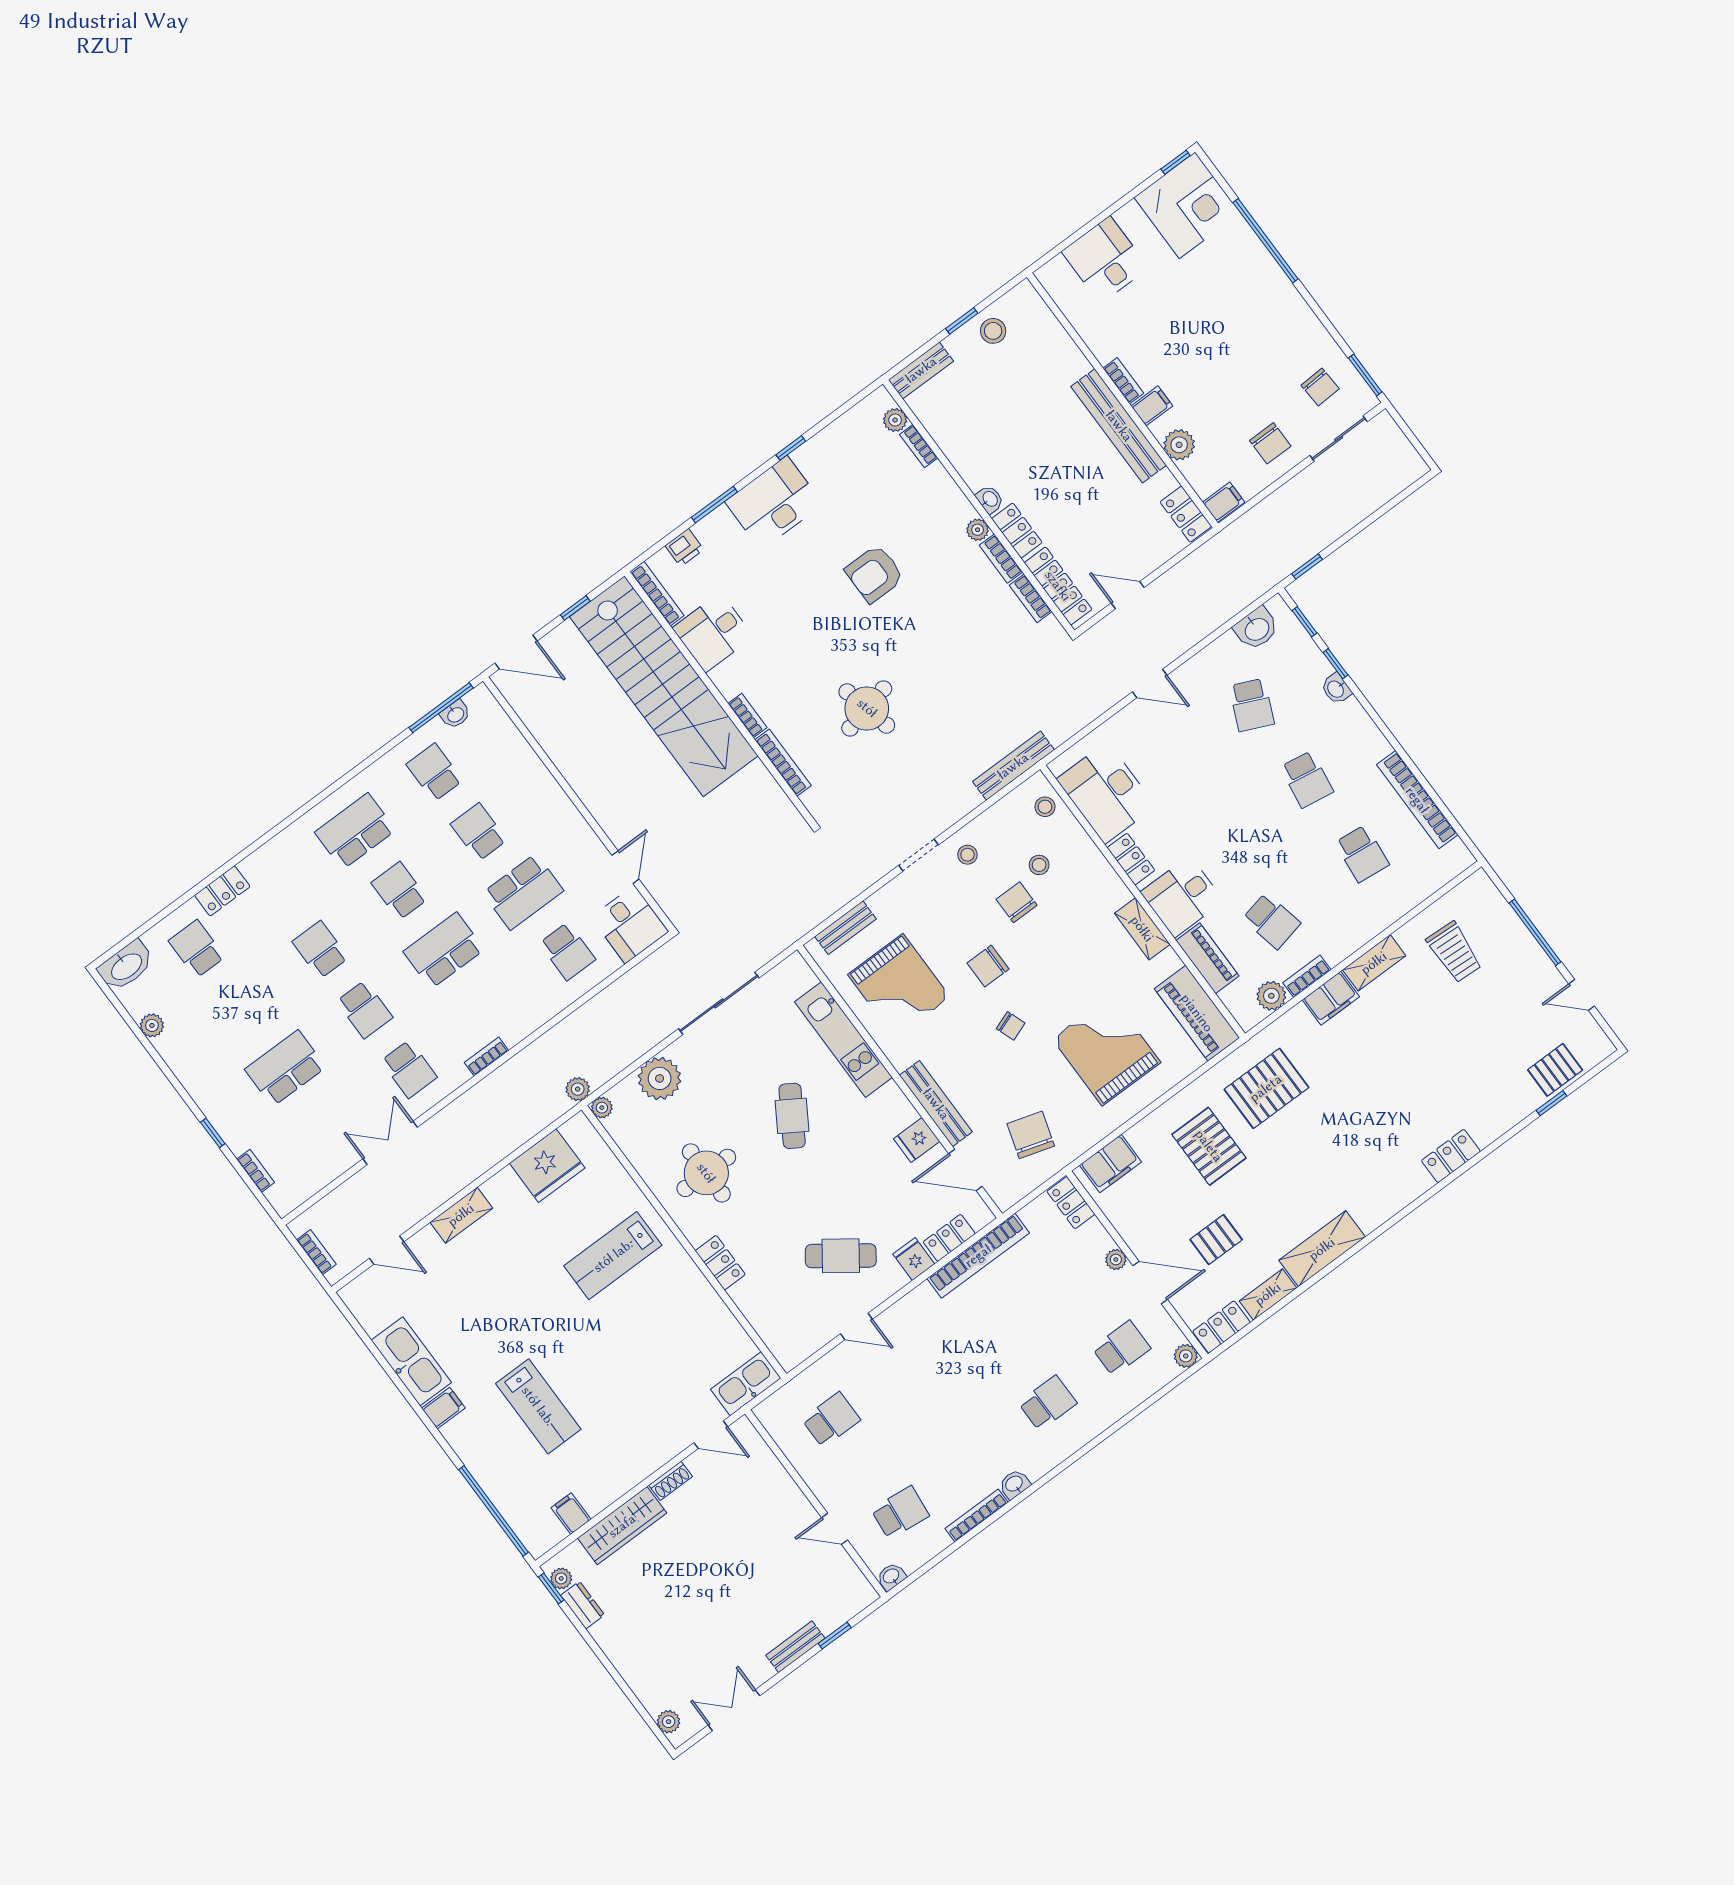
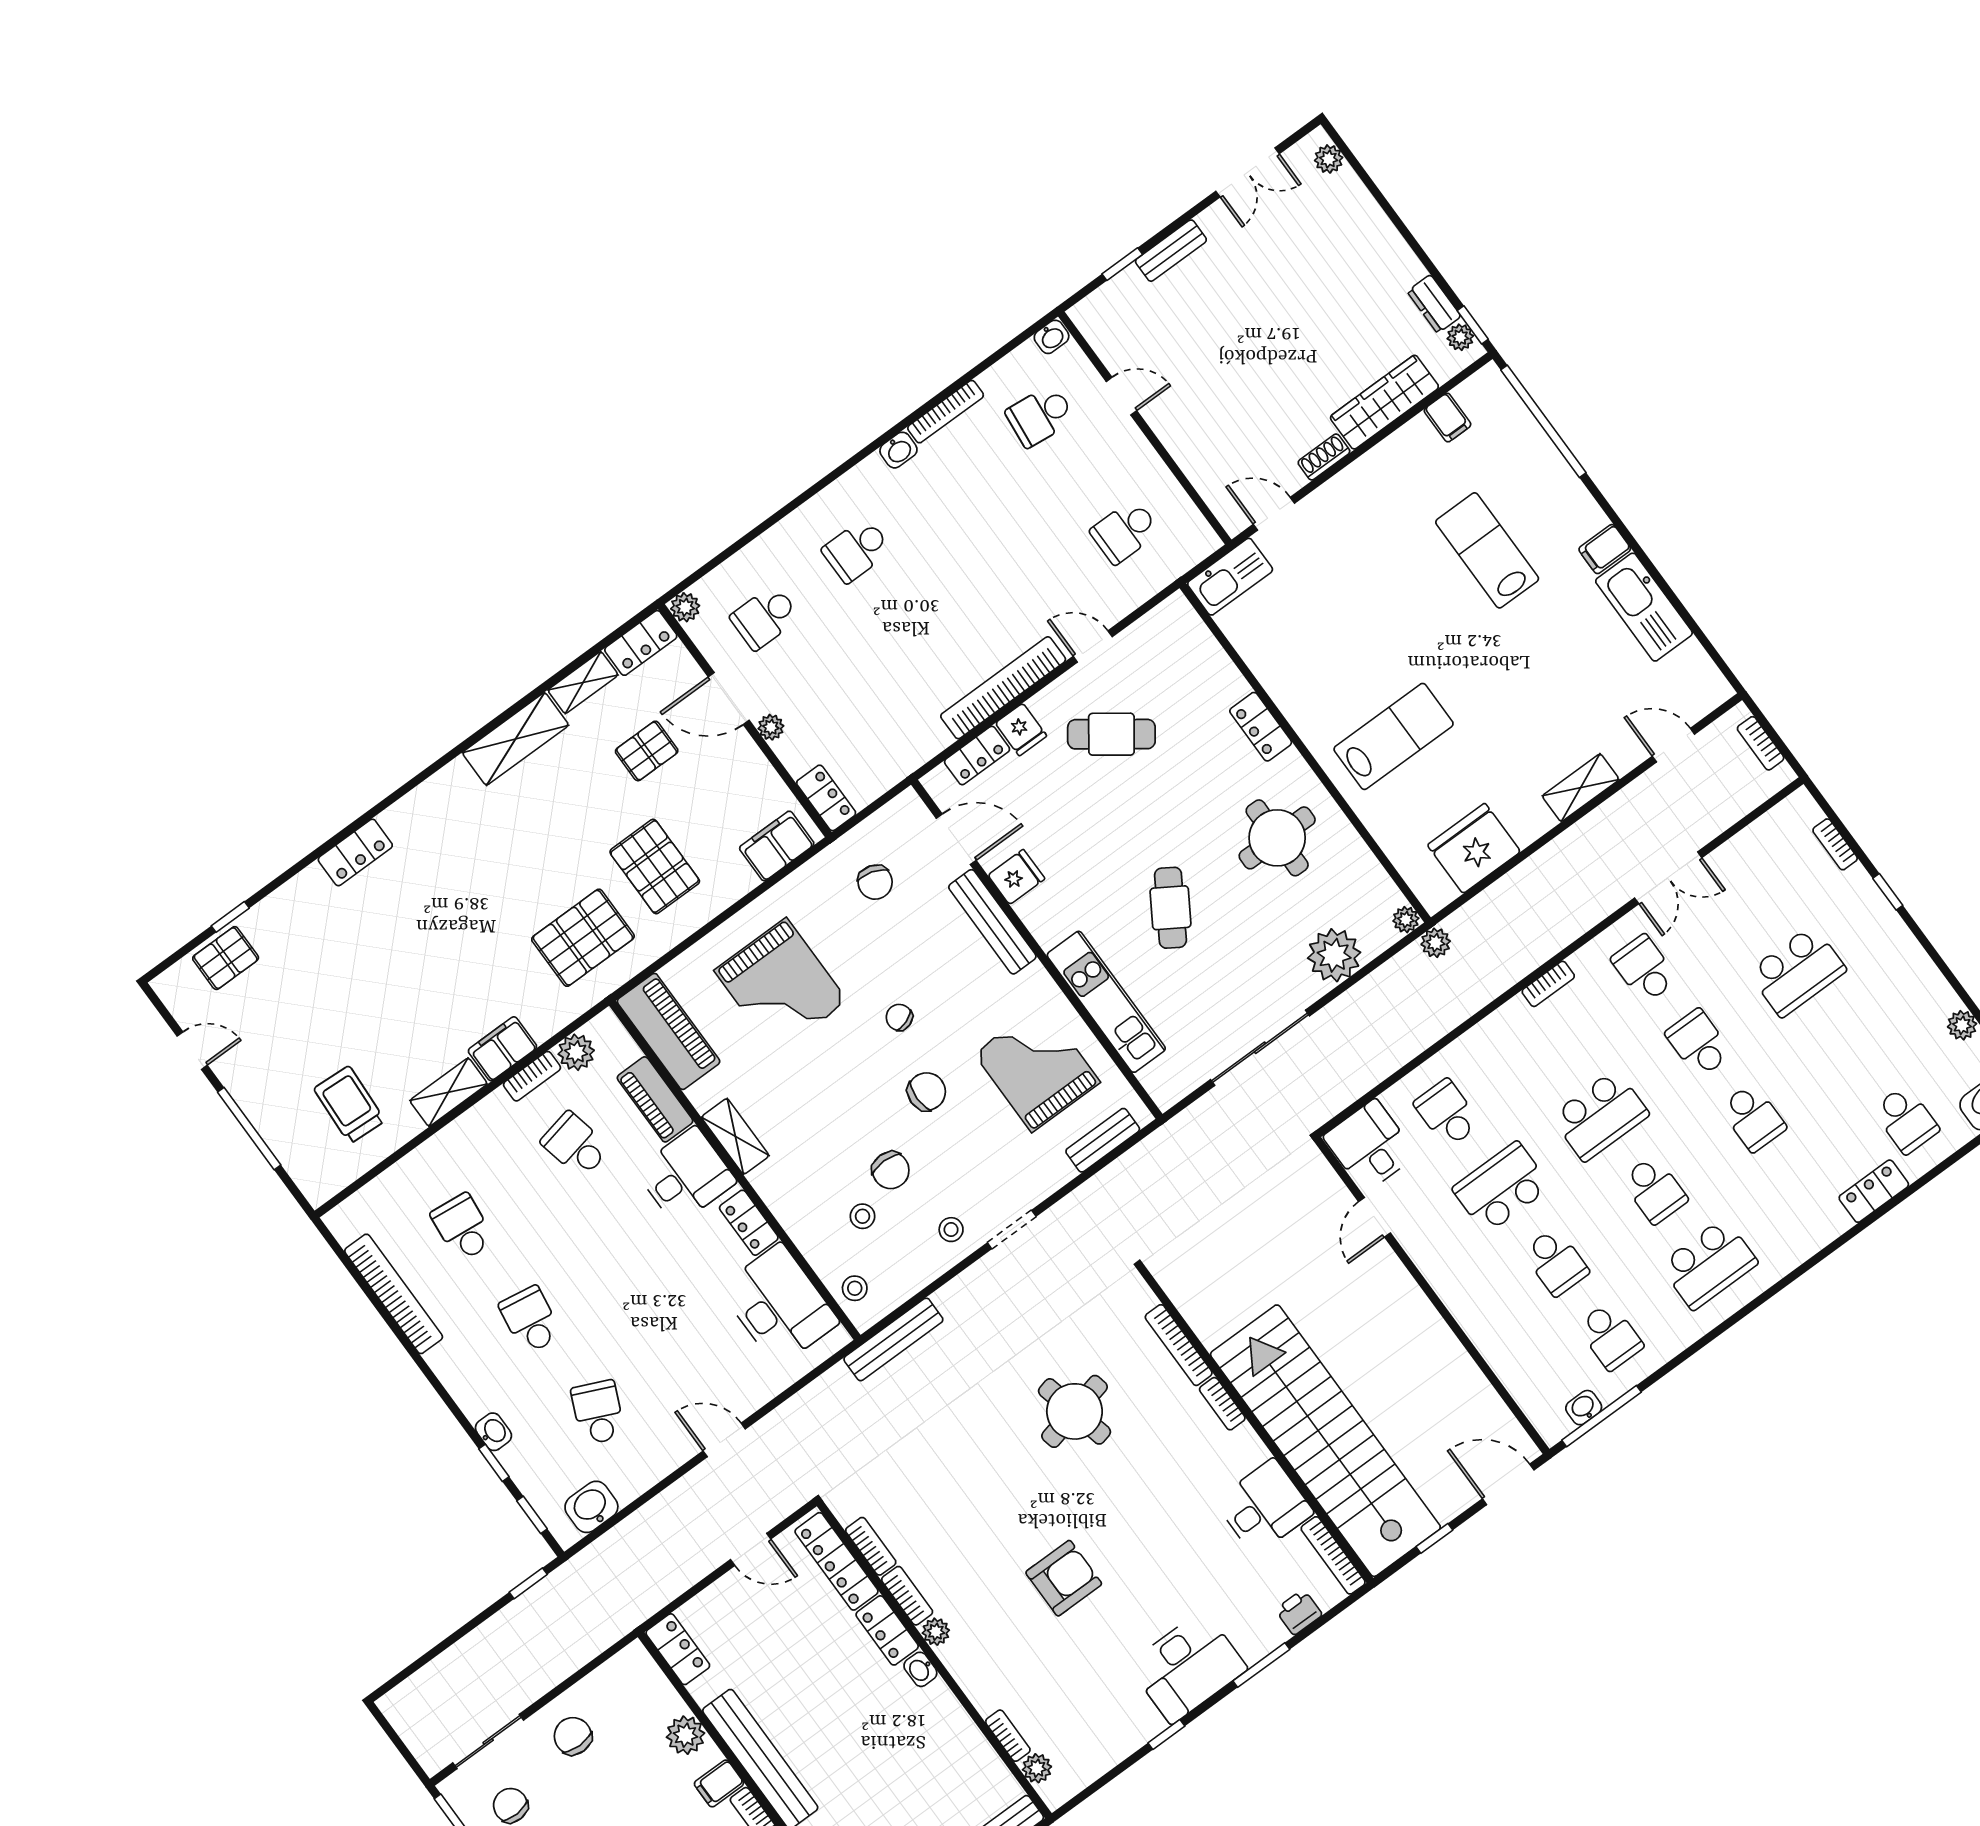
filing cabinet: (1224, 502) -> (631, 1664), removed
chair: (1031, 1135) -> (875, 882), width x0.73, depth x0.73
bookcase: (978, 1256) -> (1003, 688), moved

